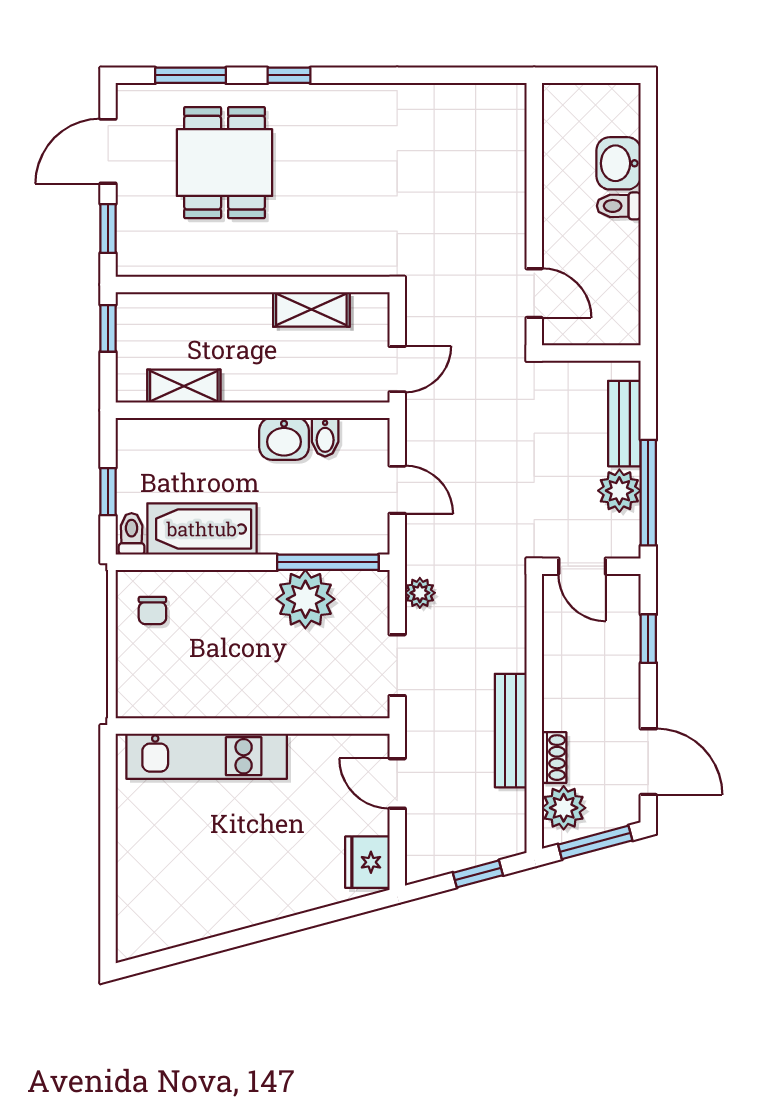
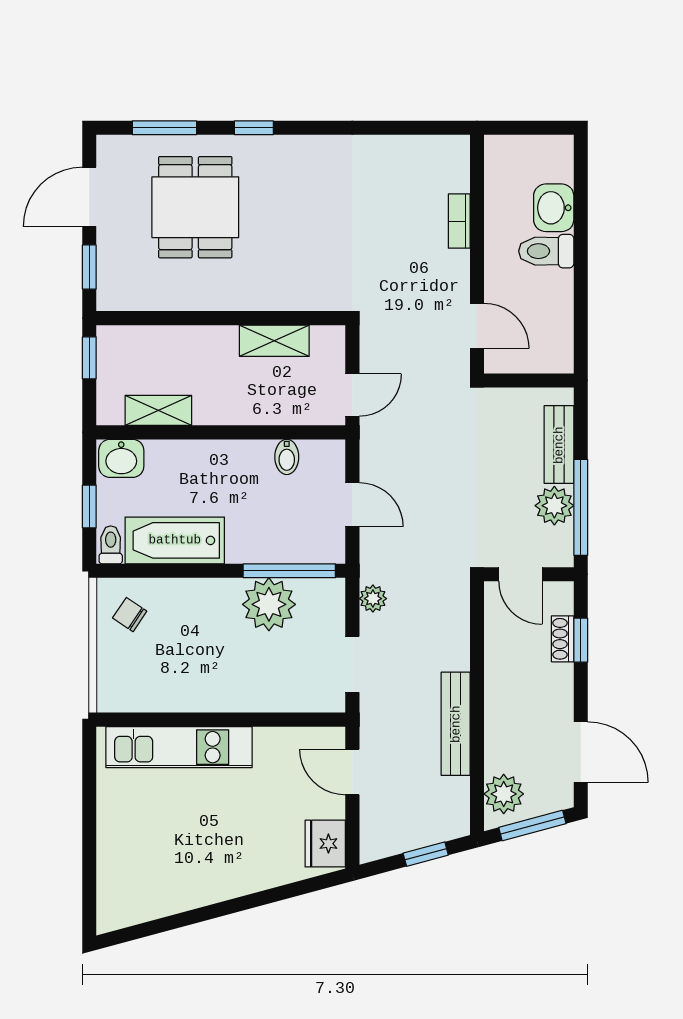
bookcase: (515, 178) -> (459, 221), added
toilet: (619, 206) -> (546, 251), width x1.37, depth x1.39
washbasin: (284, 439) -> (121, 458), moved
chair: (152, 611) -> (130, 615), turned 124
shoe rack: (554, 758) -> (563, 639), moved, turned 180

